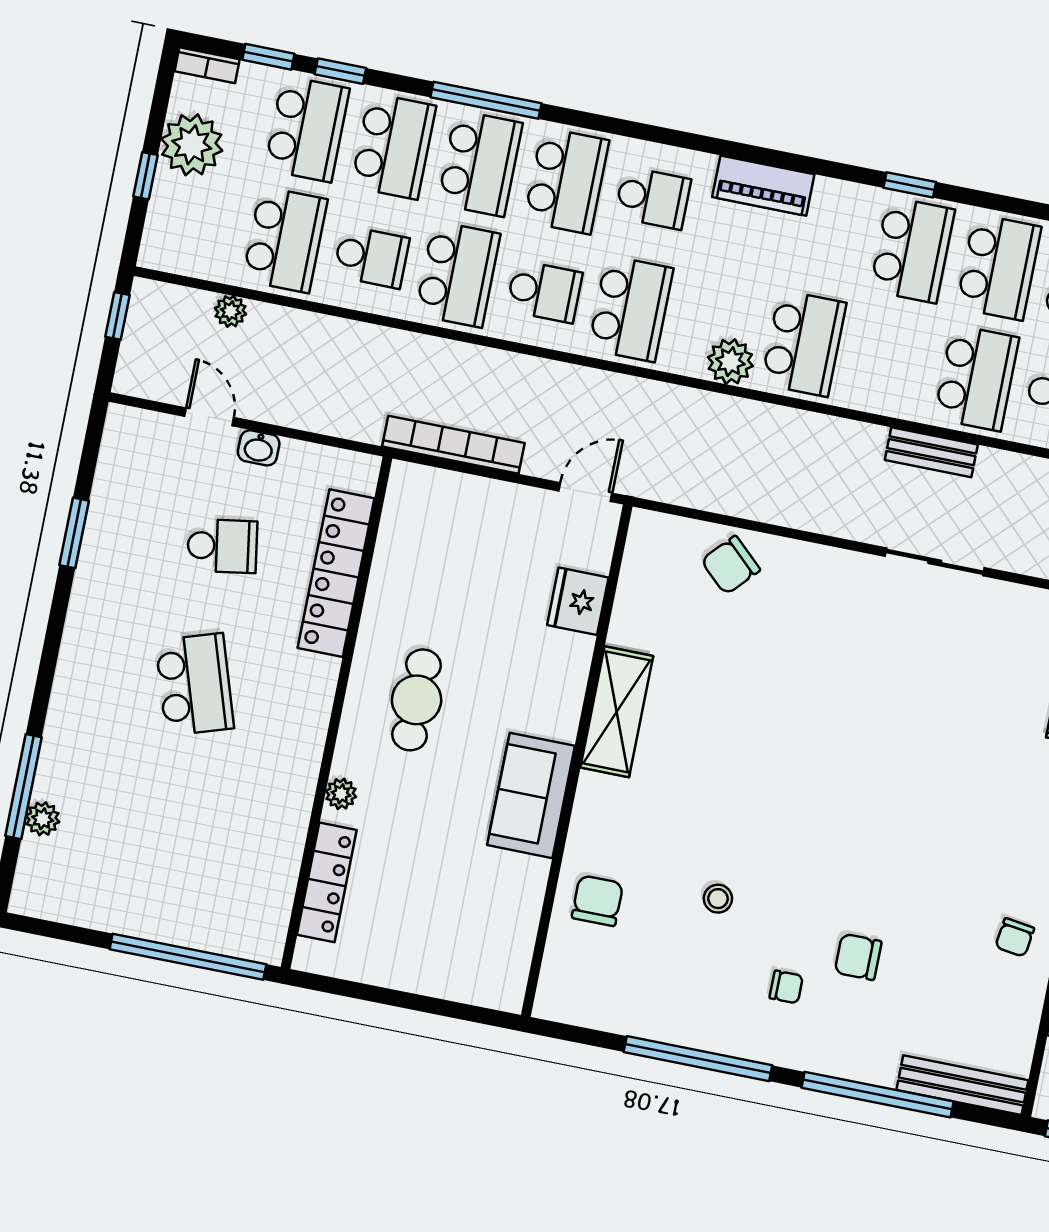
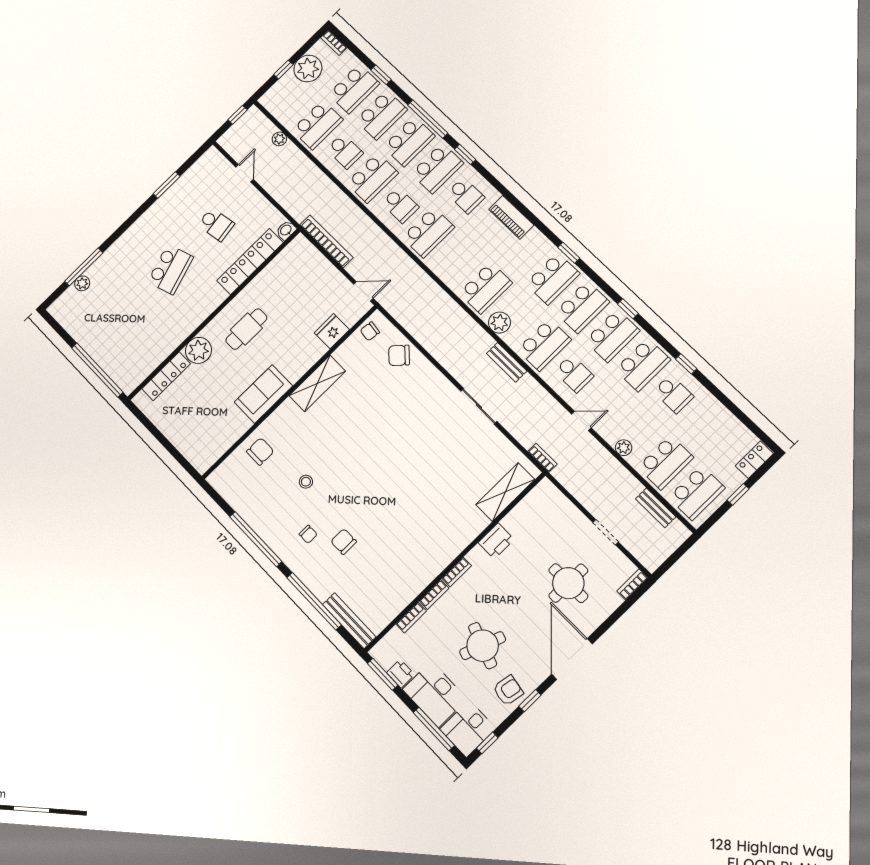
window: (268, 57) -> (465, 154), moved
plant: (730, 362) -> (499, 323), moved
washbasin: (259, 448) -> (286, 230), moved, turned 90
plant: (341, 794) -> (198, 350), width x1.88, depth x1.88
chair: (1015, 937) -> (370, 331), moved

